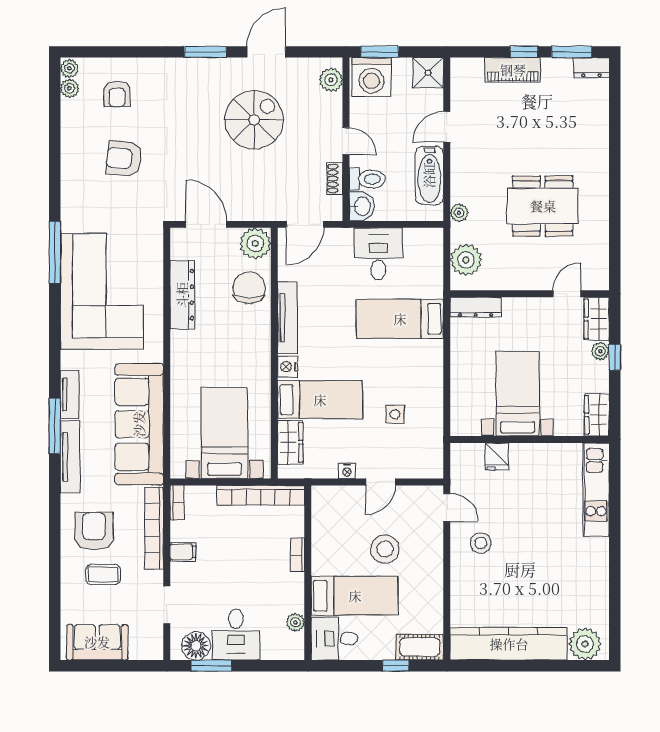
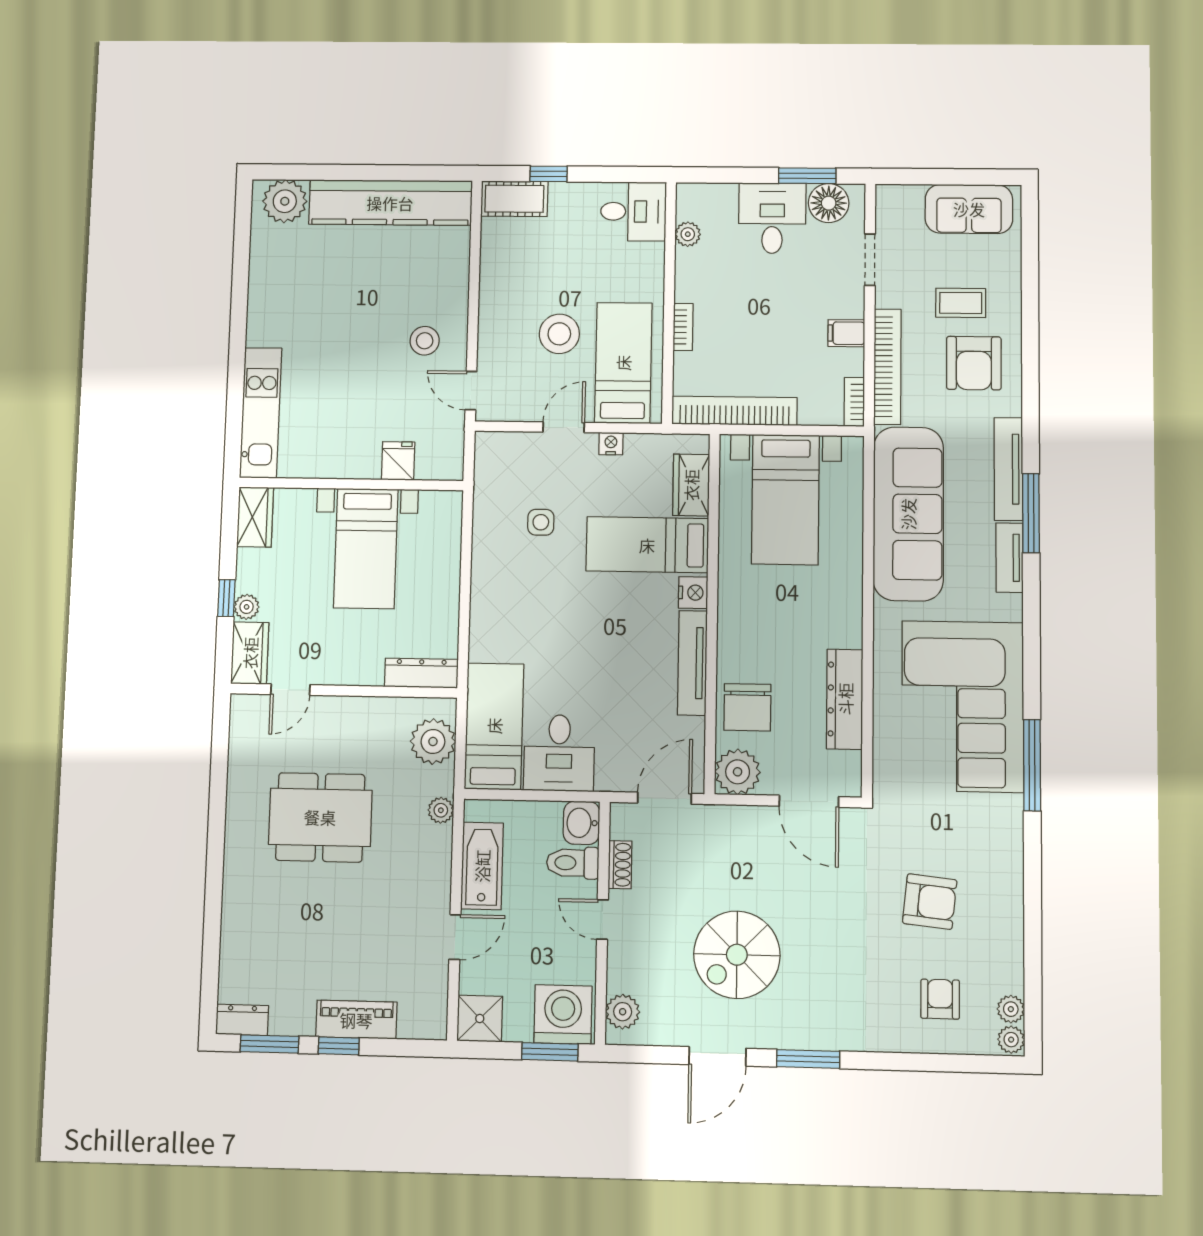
bed: (400, 319) -> (494, 726), moved, turned -90
bed: (355, 596) -> (623, 363), moved, turned 90

